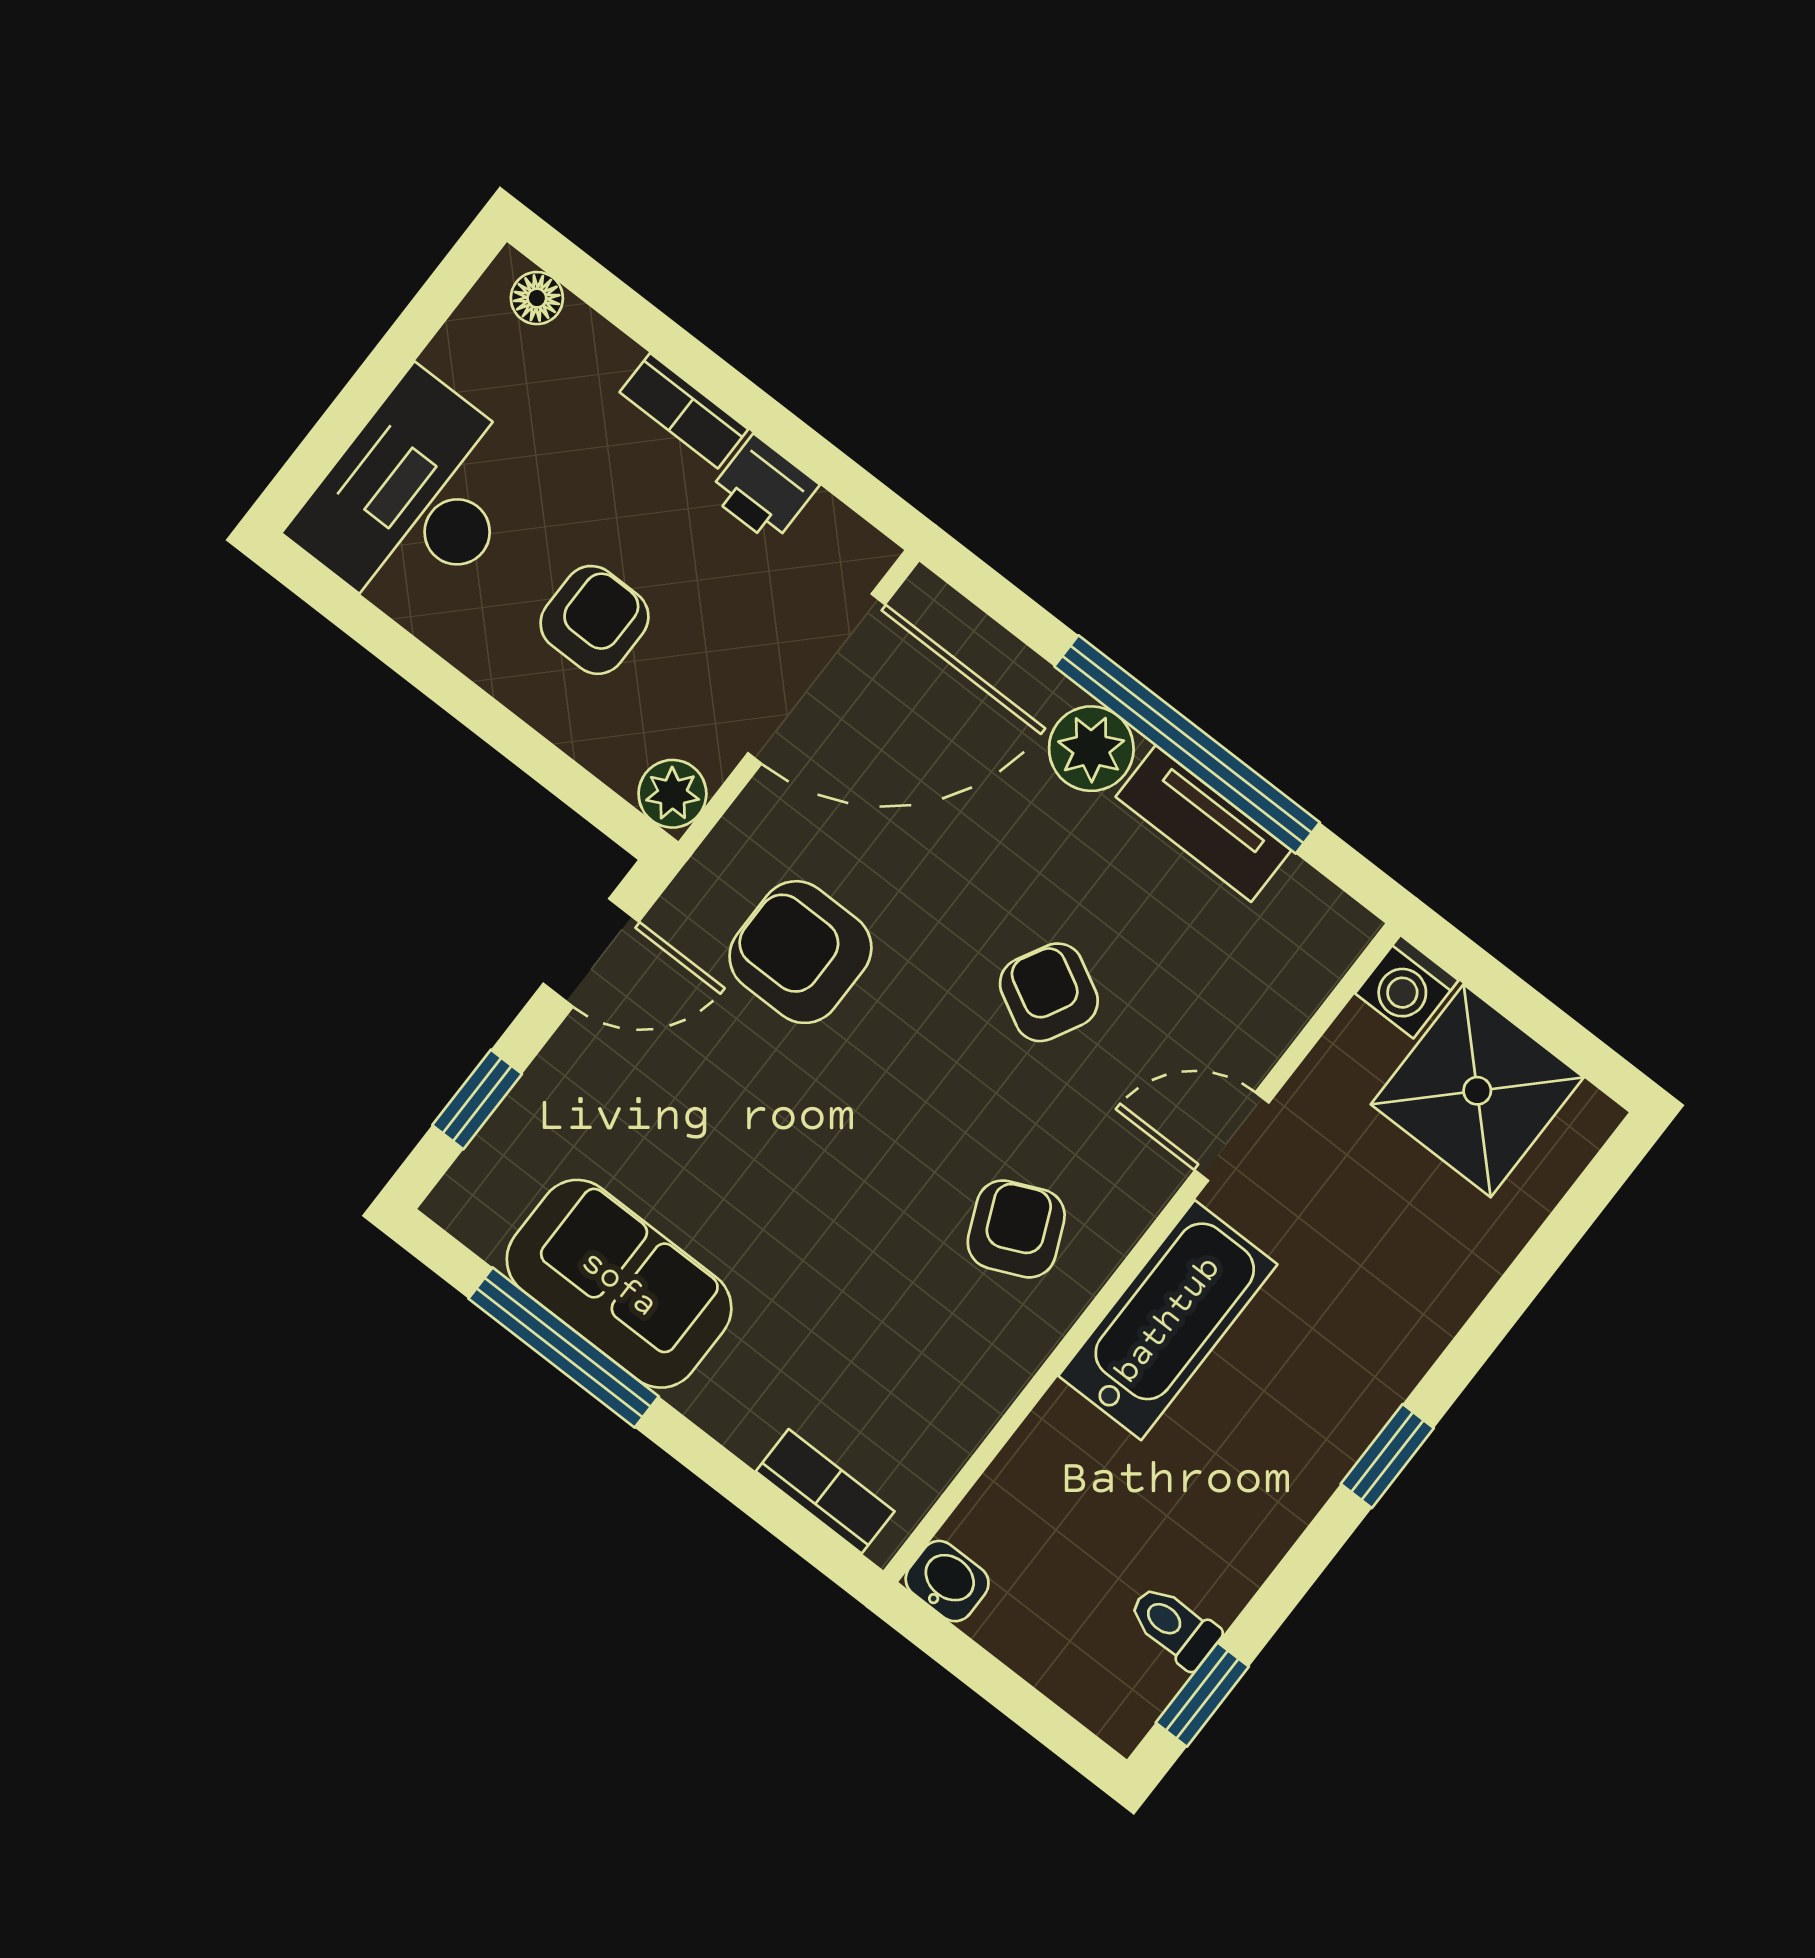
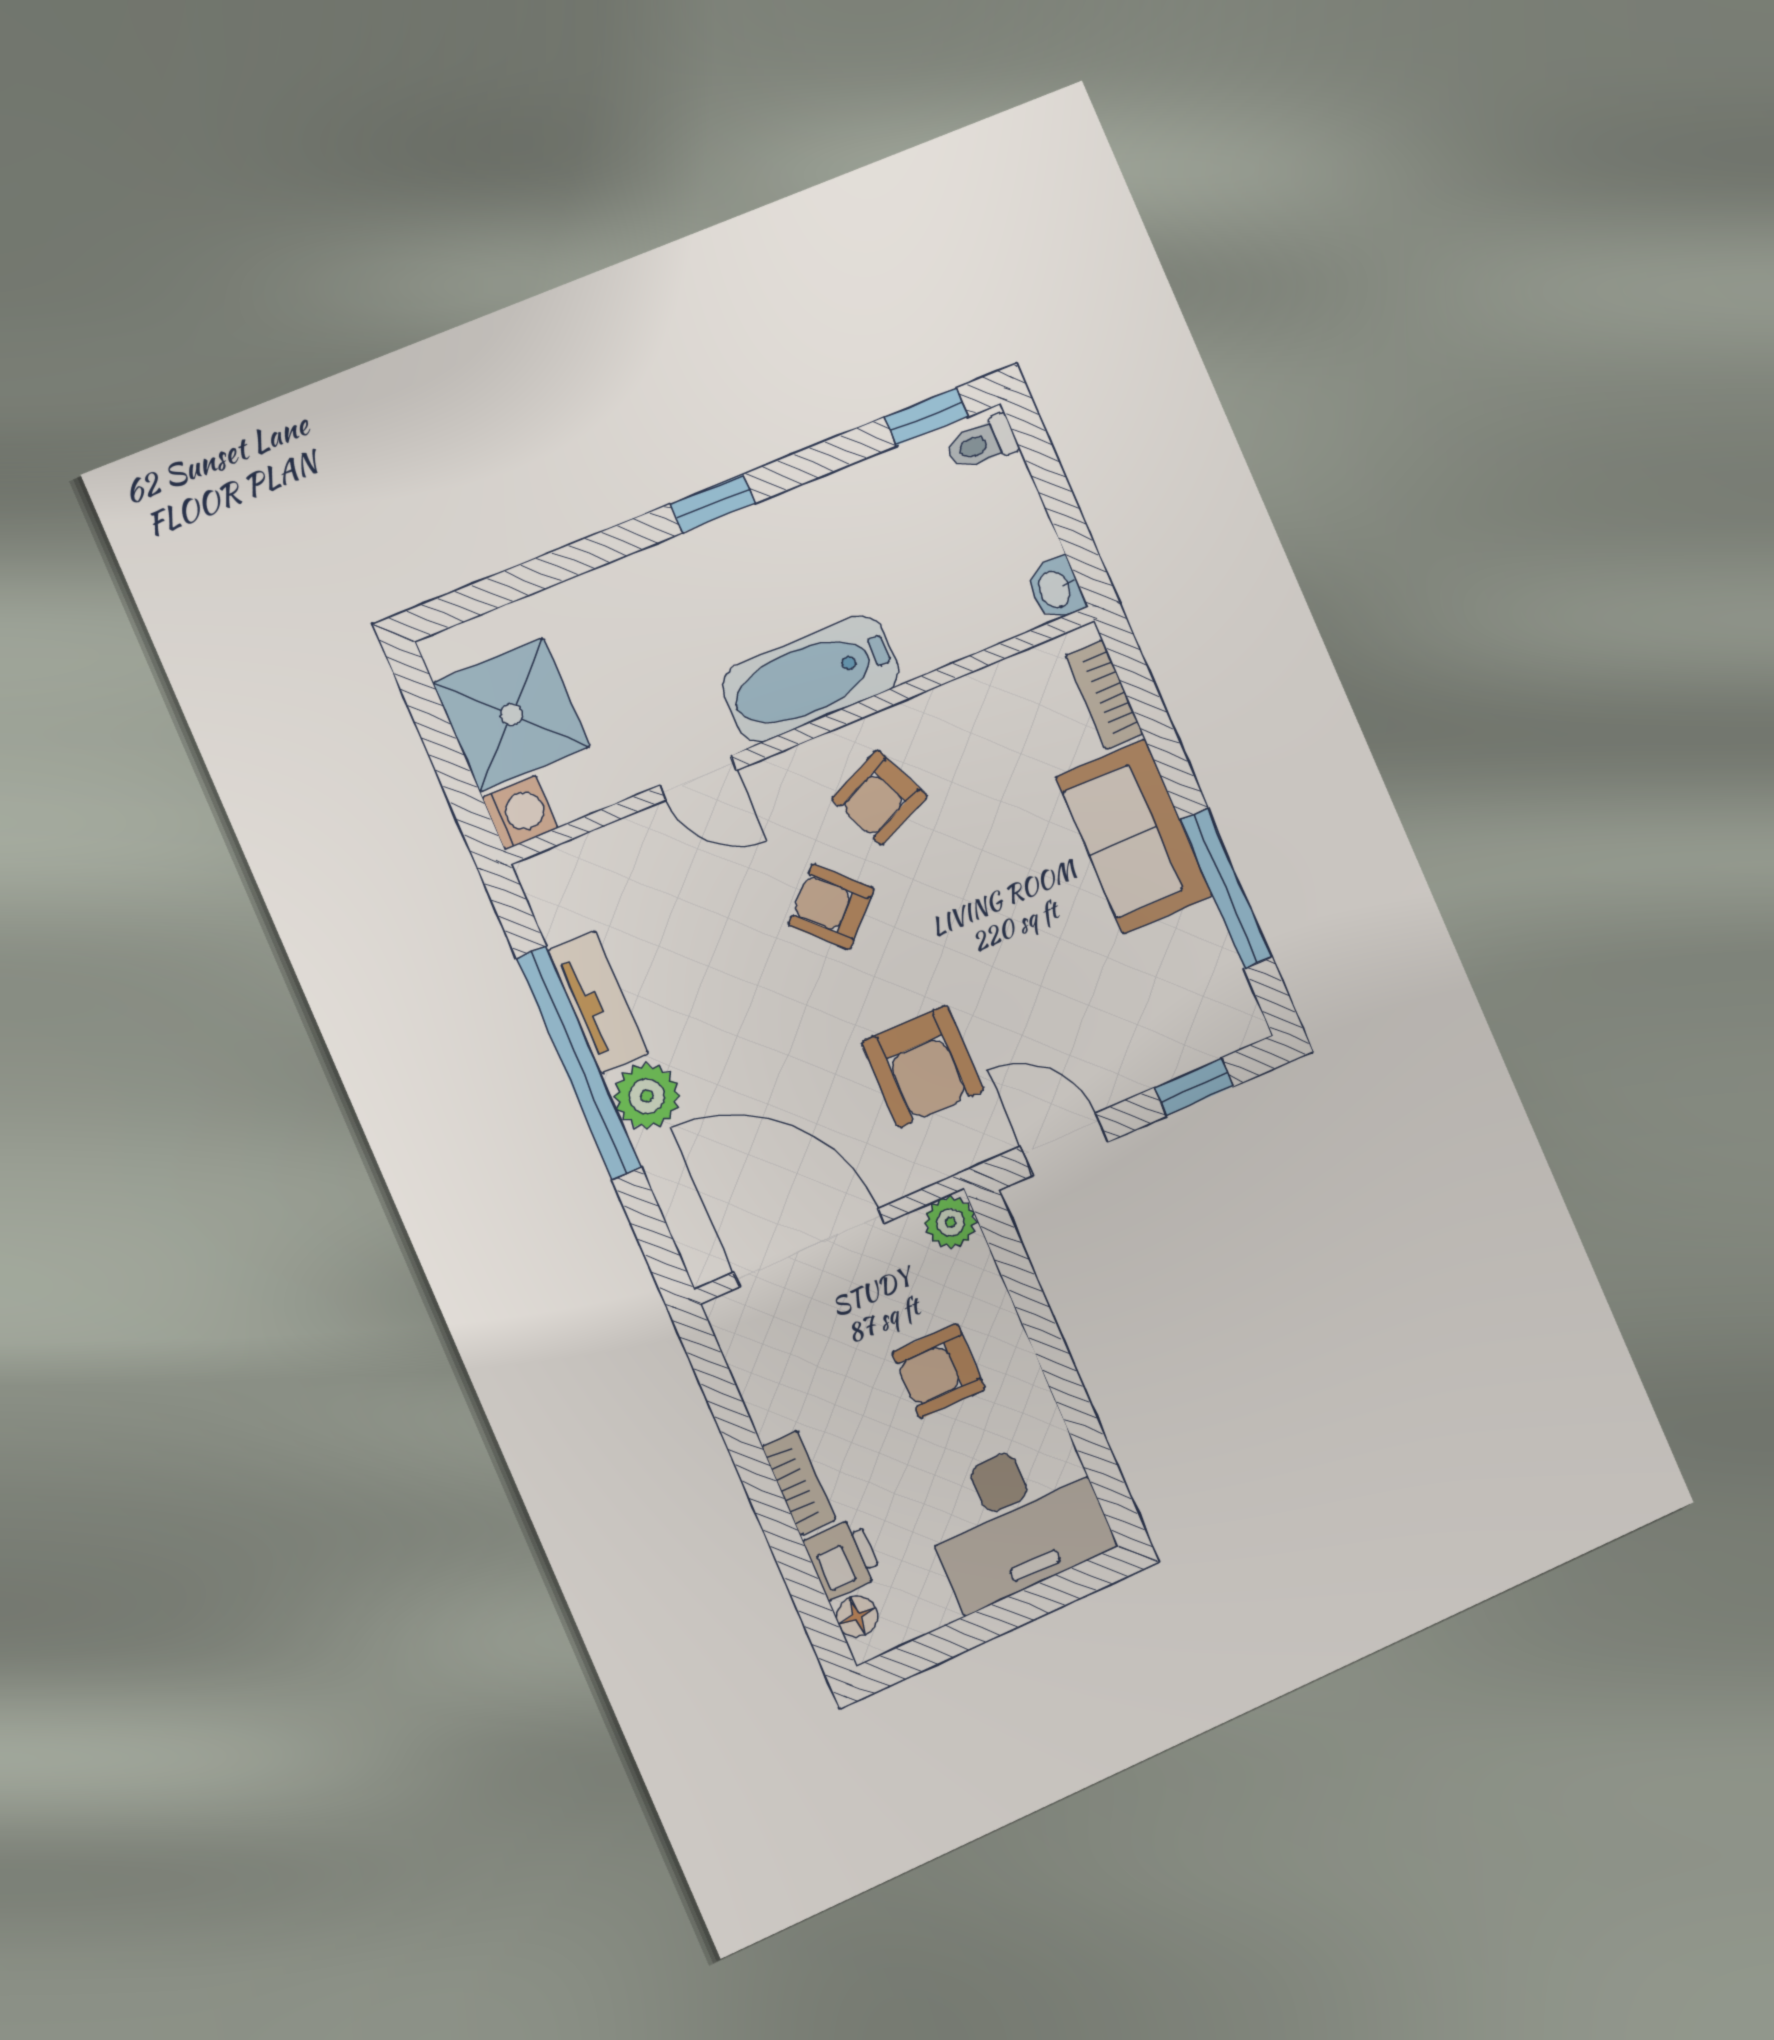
printer: (763, 489) -> (843, 1559), moved
armchair: (1049, 992) -> (831, 907), moved, turned 107
sofa: (619, 1284) -> (1134, 836), moved
toilet: (1174, 1626) -> (982, 443), moved, turned 90

